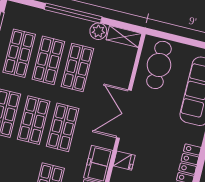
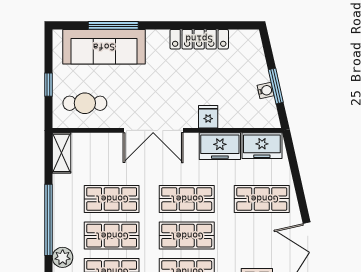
plant: (98, 31) -> (63, 257), moved
window: (181, 40) -> (48, 85), added
cafe table: (159, 65) -> (85, 103), width x0.73, depth x0.74

